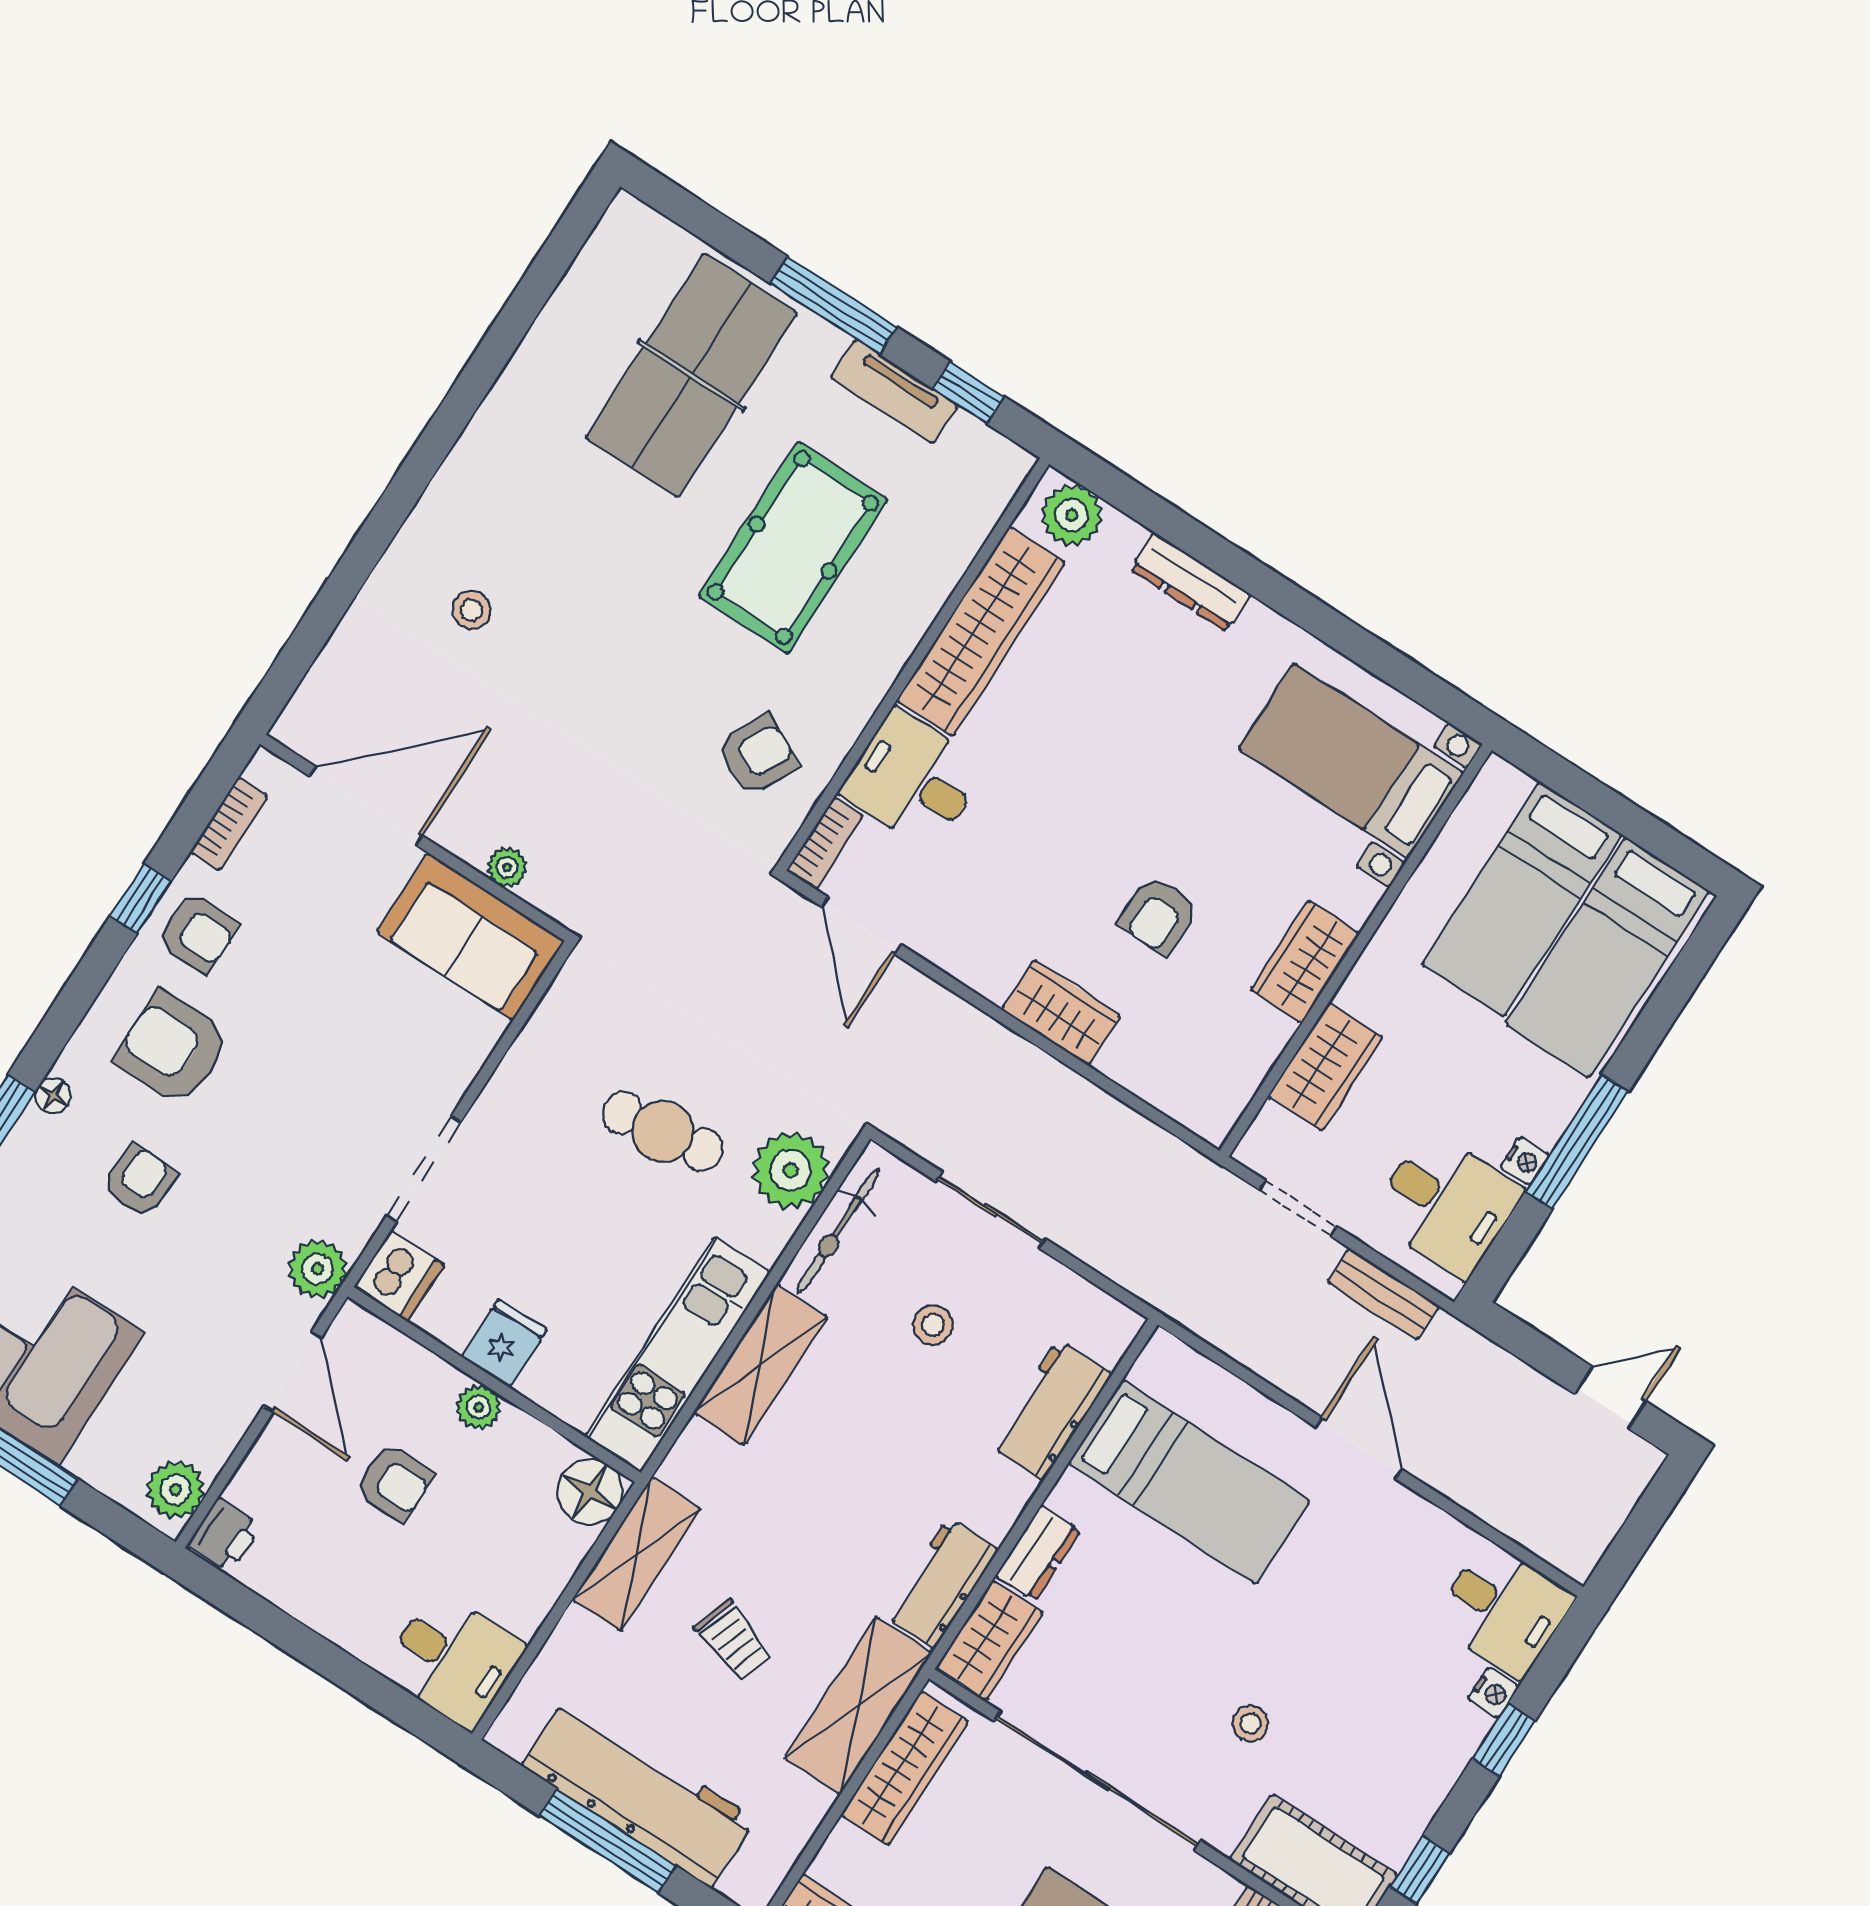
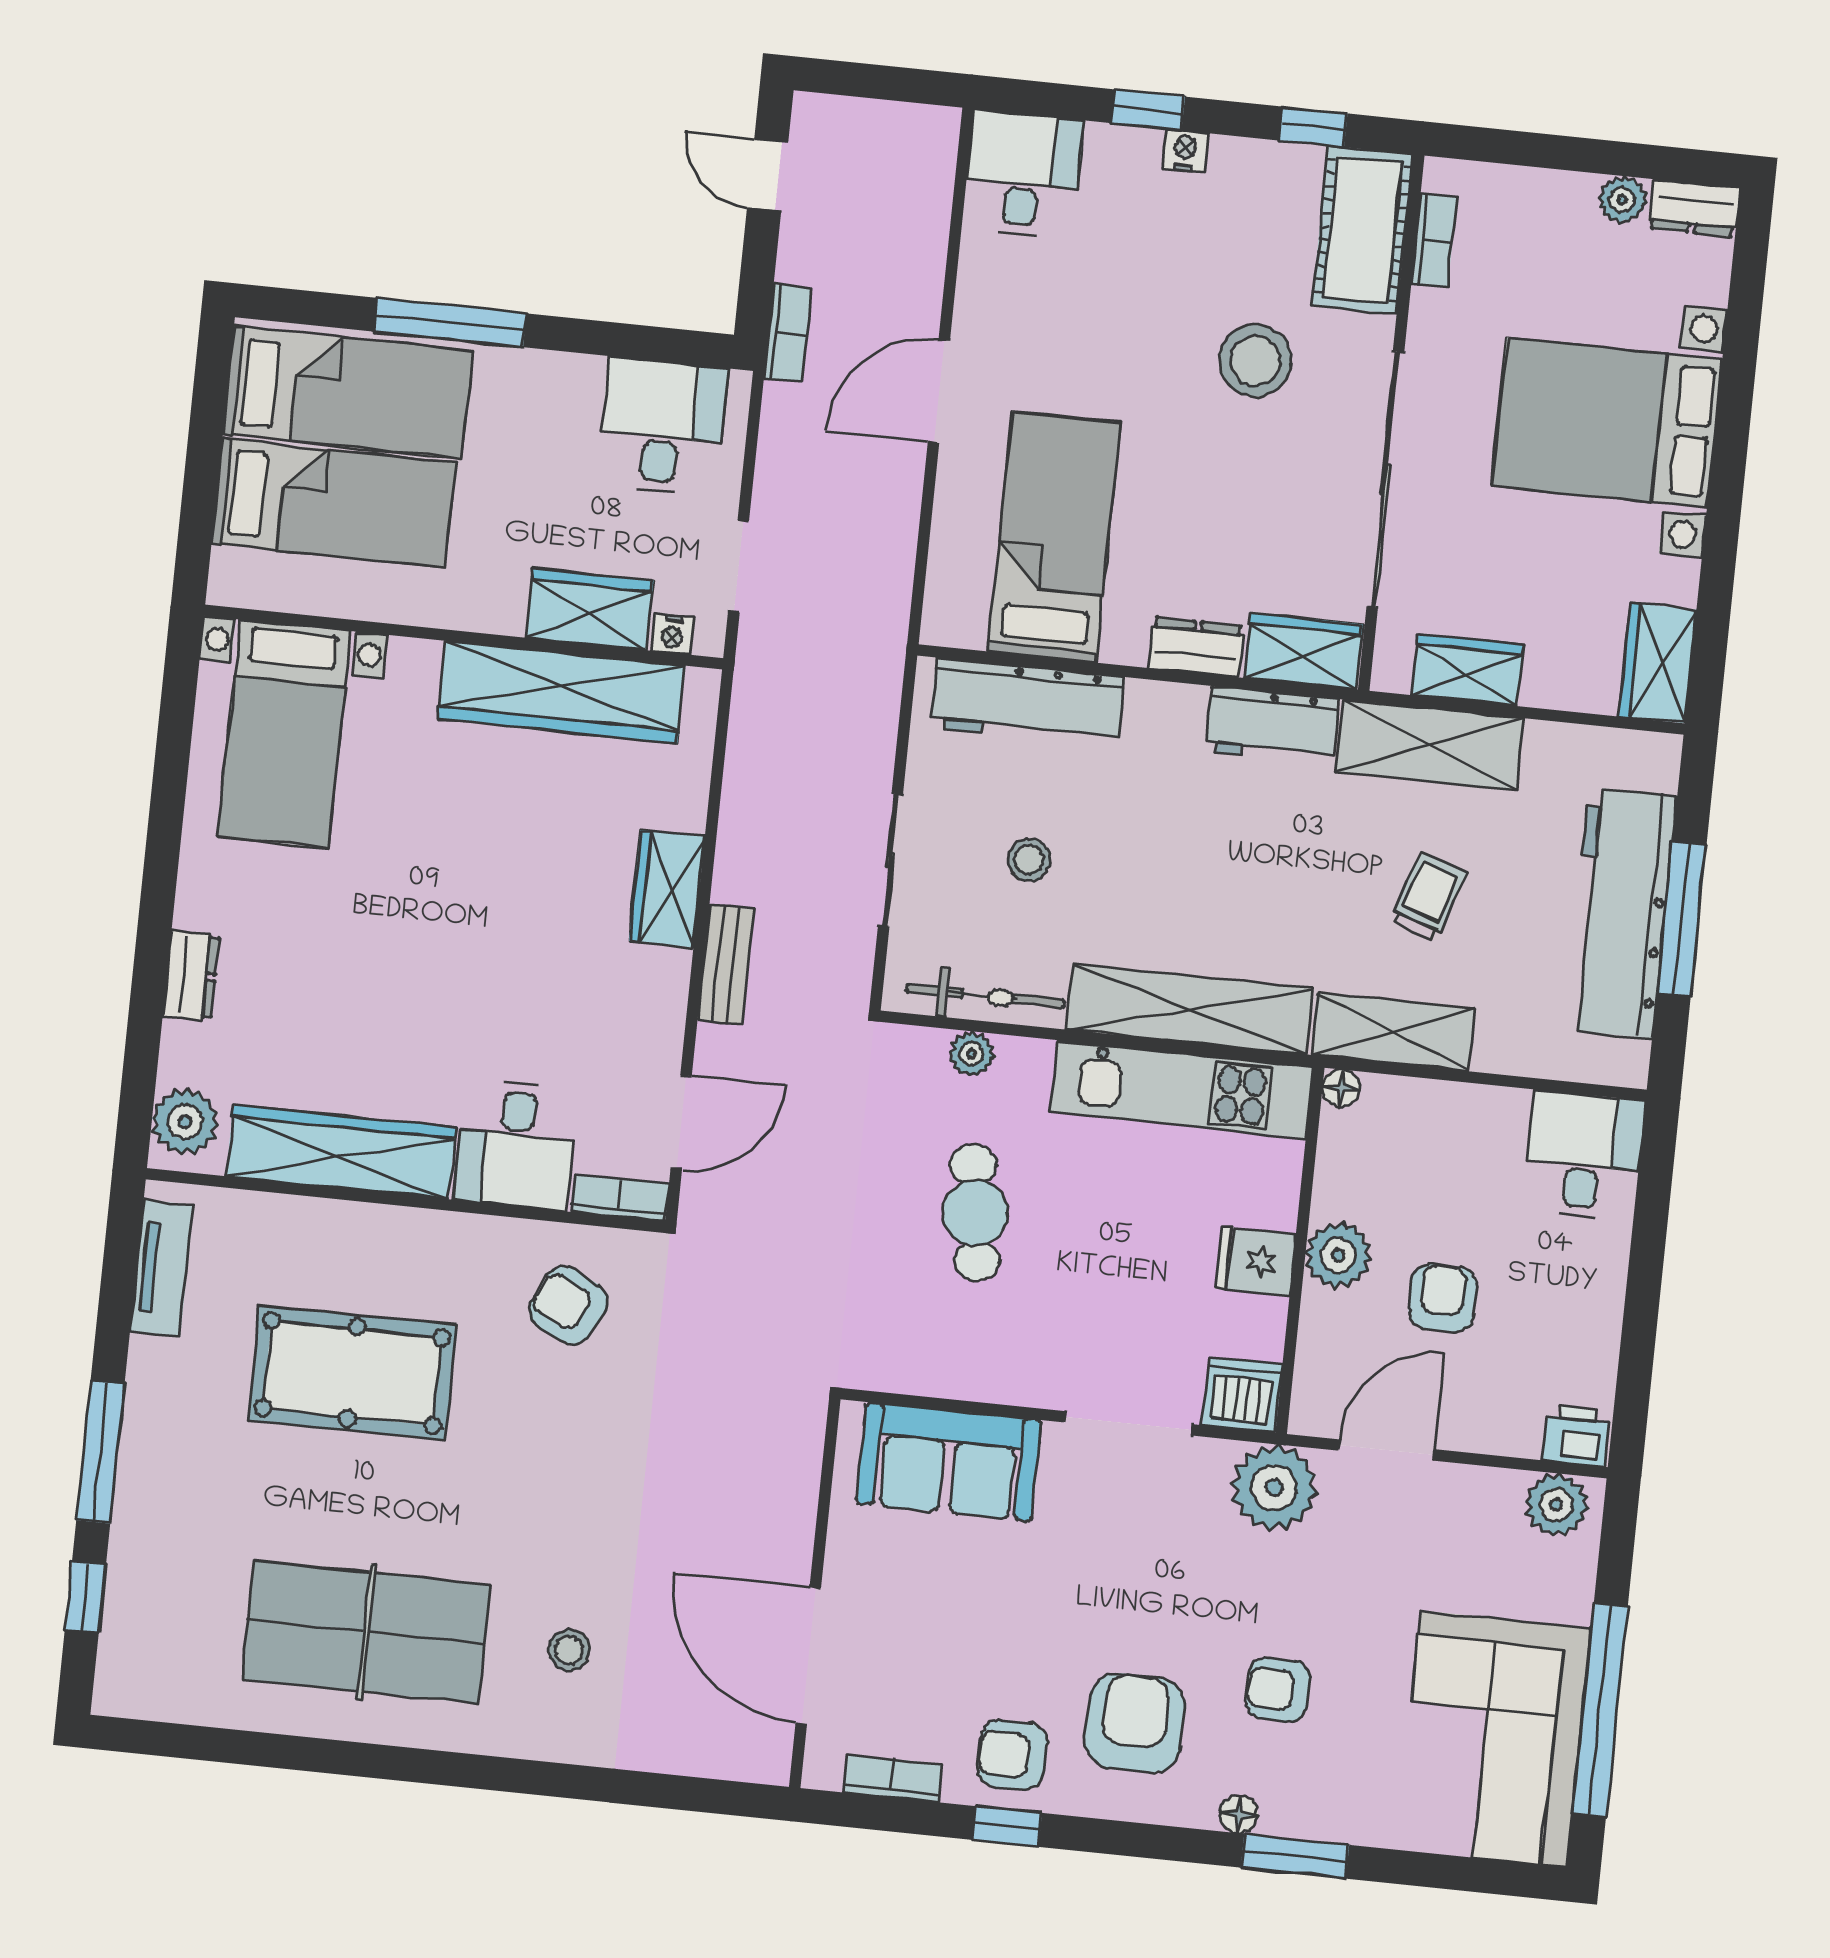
table tennis table: (691, 375) -> (366, 1632), moved
tv unit: (894, 391) -> (162, 1268), moved
window: (969, 393) -> (85, 1597), moved
dresser: (1190, 582) -> (191, 975), width x0.70
plant: (507, 867) -> (798, 1491), removed
armchair: (1159, 915) -> (526, 843), removed
armchair: (198, 933) -> (1012, 1755), turned -90
sofa: (470, 936) -> (949, 1462), moved, turned 90
wardrobe: (1305, 962) -> (561, 692), width x2.10, depth x1.17
armchair: (172, 1048) -> (1135, 1723), turned 180
window: (1577, 1141) -> (450, 322), moved
nightstand: (1525, 1161) -> (672, 634), moved, turned 180
plant: (791, 1170) -> (971, 1054), width x0.53, depth x0.53
plant: (318, 1269) -> (1274, 1488), width x1.36, depth x1.36
bench: (1383, 1294) -> (725, 964), moved
bookcase: (1471, 1347) -> (787, 333), added
shelving: (760, 1365) -> (1189, 1009), width x1.47
plant: (478, 1407) -> (1338, 1255), width x1.38, depth x1.38
workbench: (1050, 1410) -> (1027, 703), width x1.38
floor lamp: (590, 1492) -> (1341, 1088), width x0.53, depth x0.53
nightstand: (1493, 1693) -> (1185, 151), moved
stool: (1250, 1723) -> (1256, 360), width x1.89, depth x1.89
wardrobe: (905, 1768) -> (1467, 670), width x0.67

